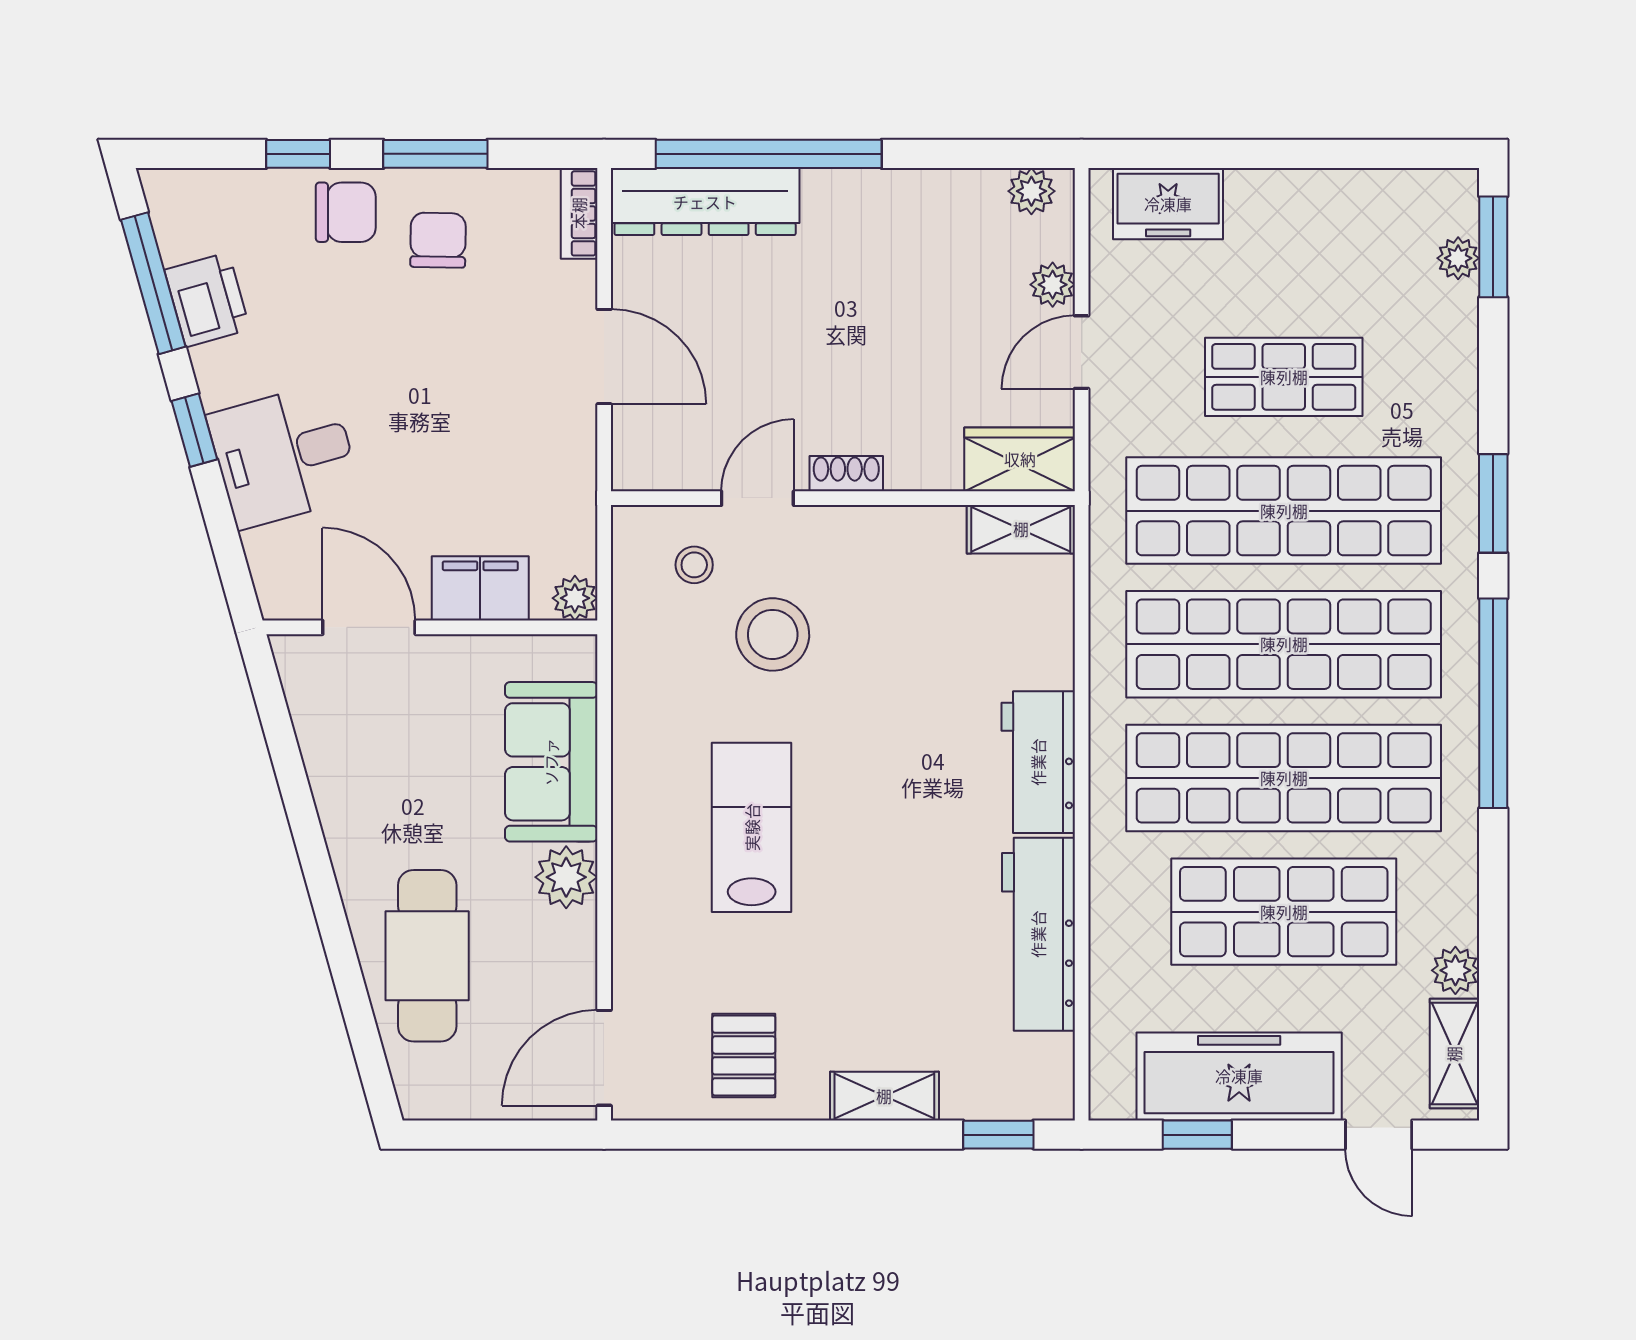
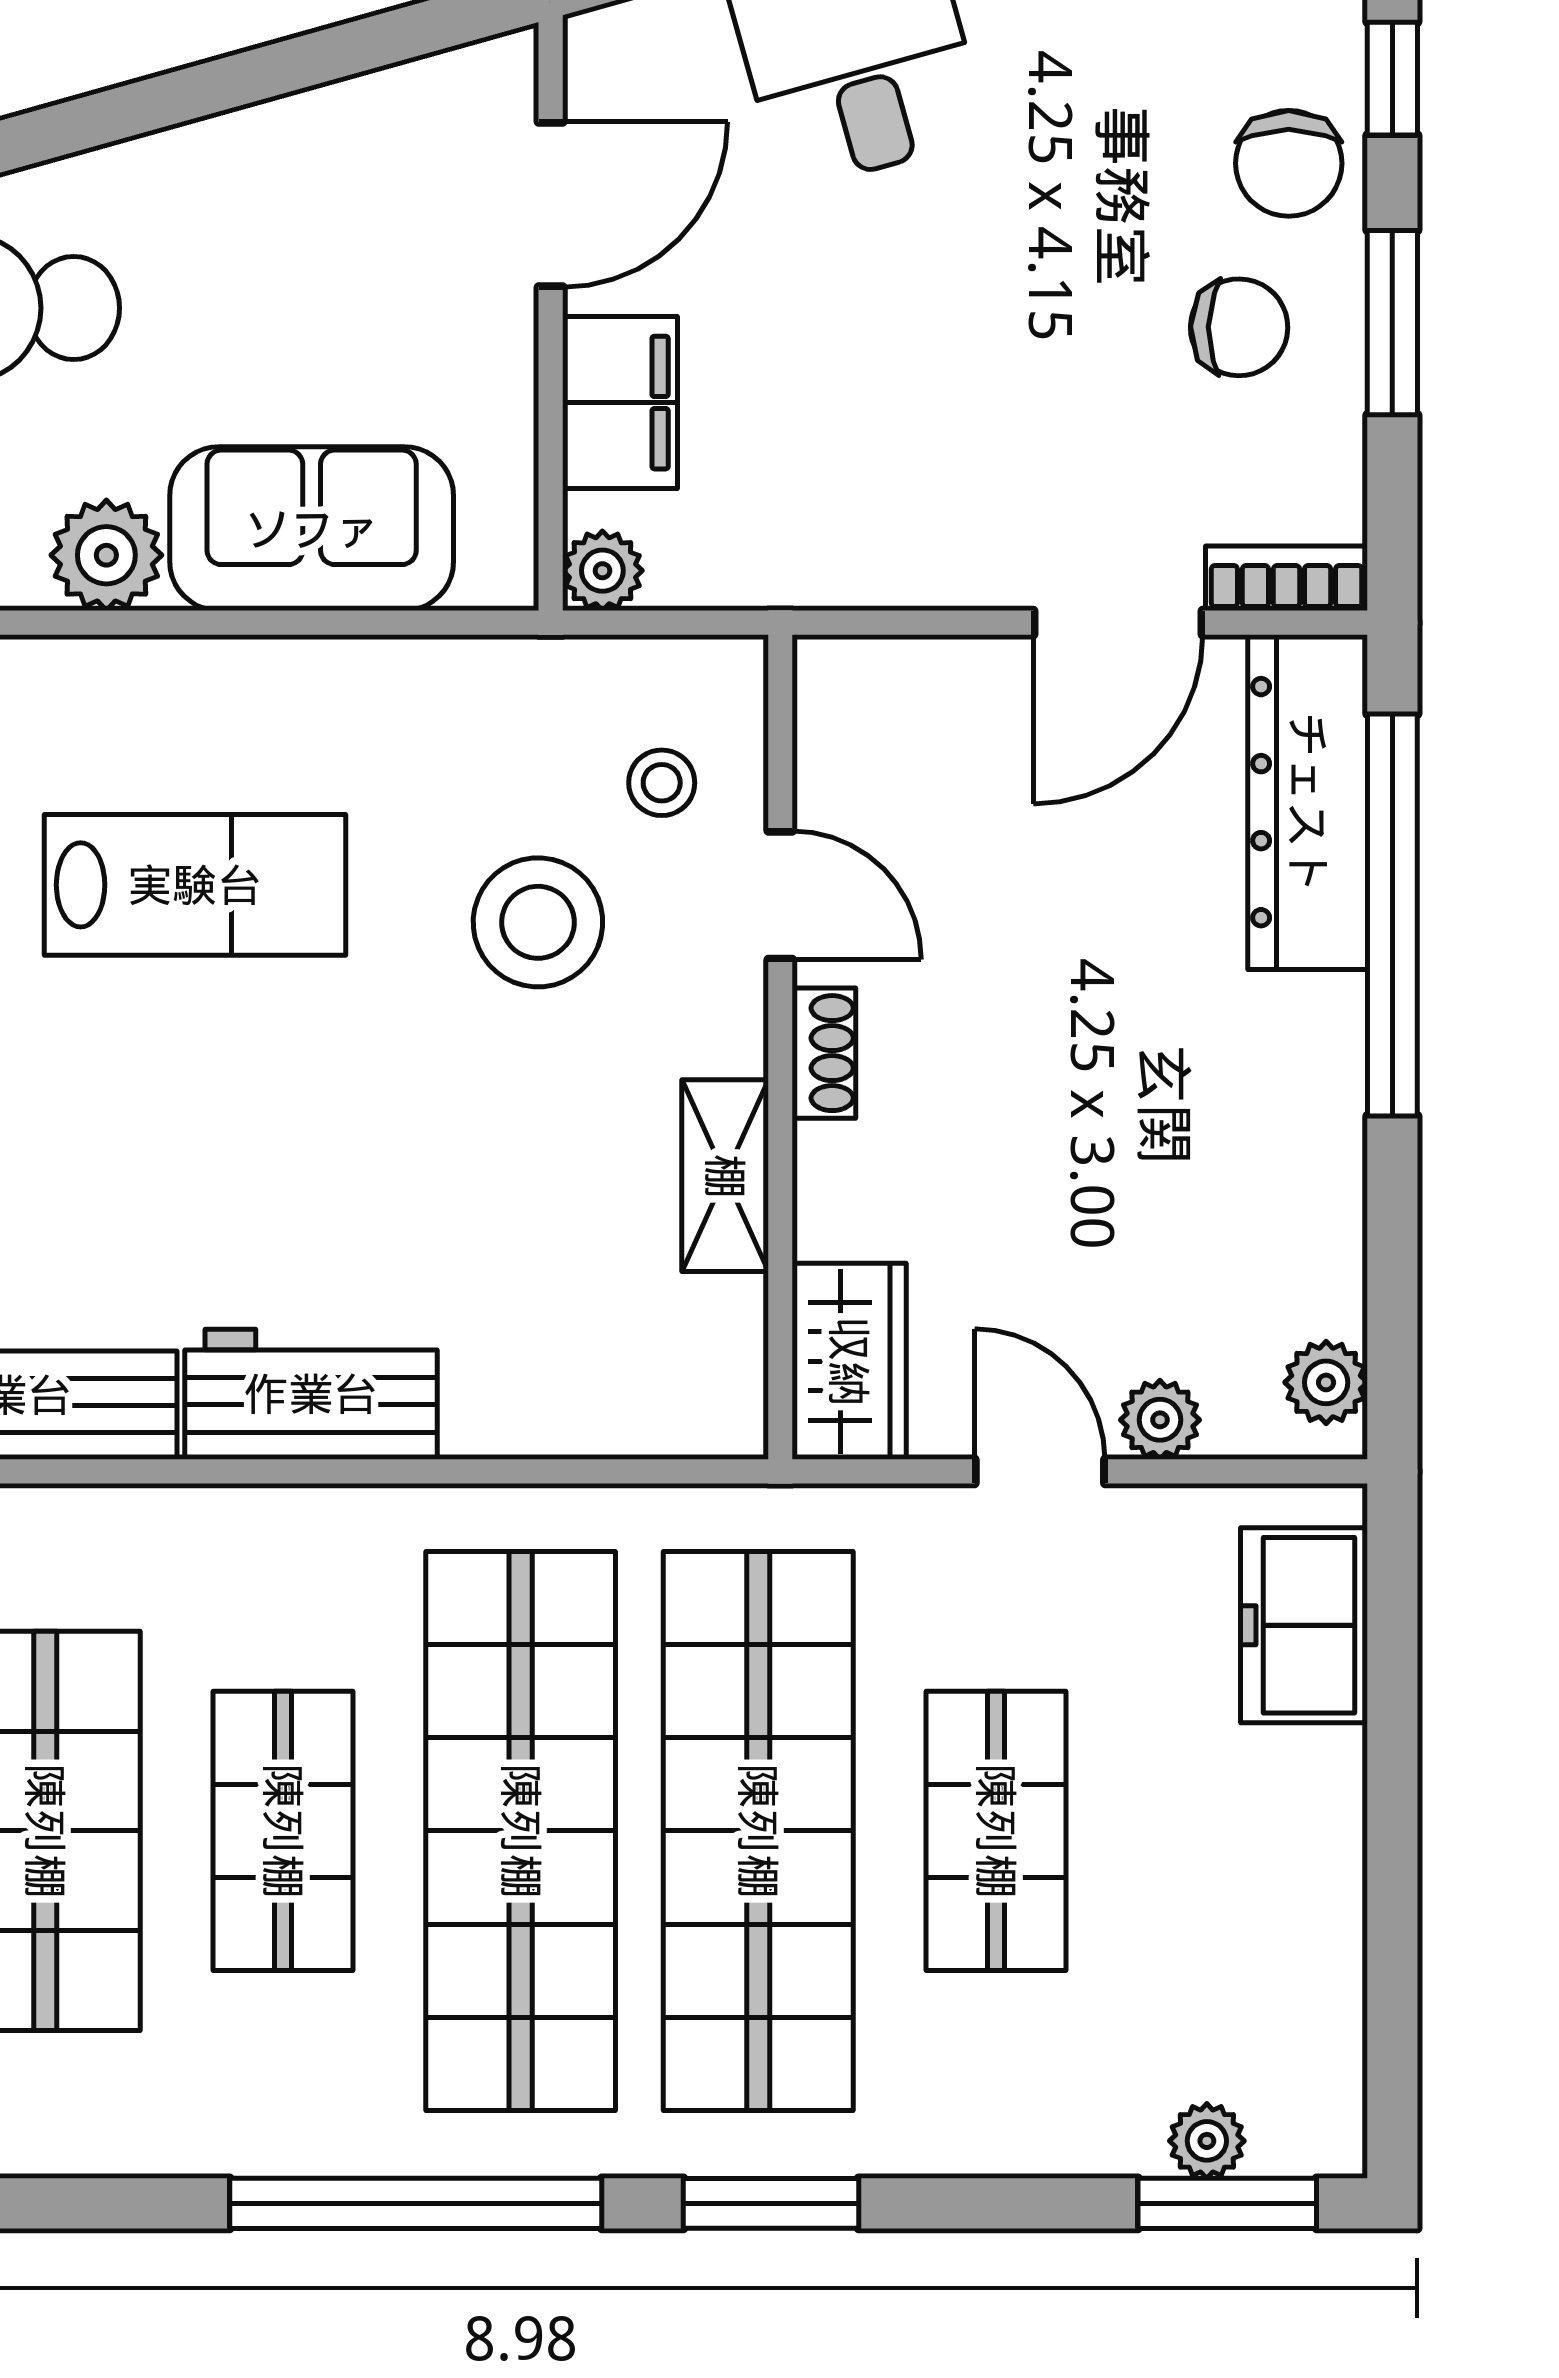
door: (604, 357) -> (1118, 623), moved
shelving: (1021, 529) -> (725, 1176), moved
shop shelf: (1284, 778) -> (283, 1831), width x0.50, depth x0.74

